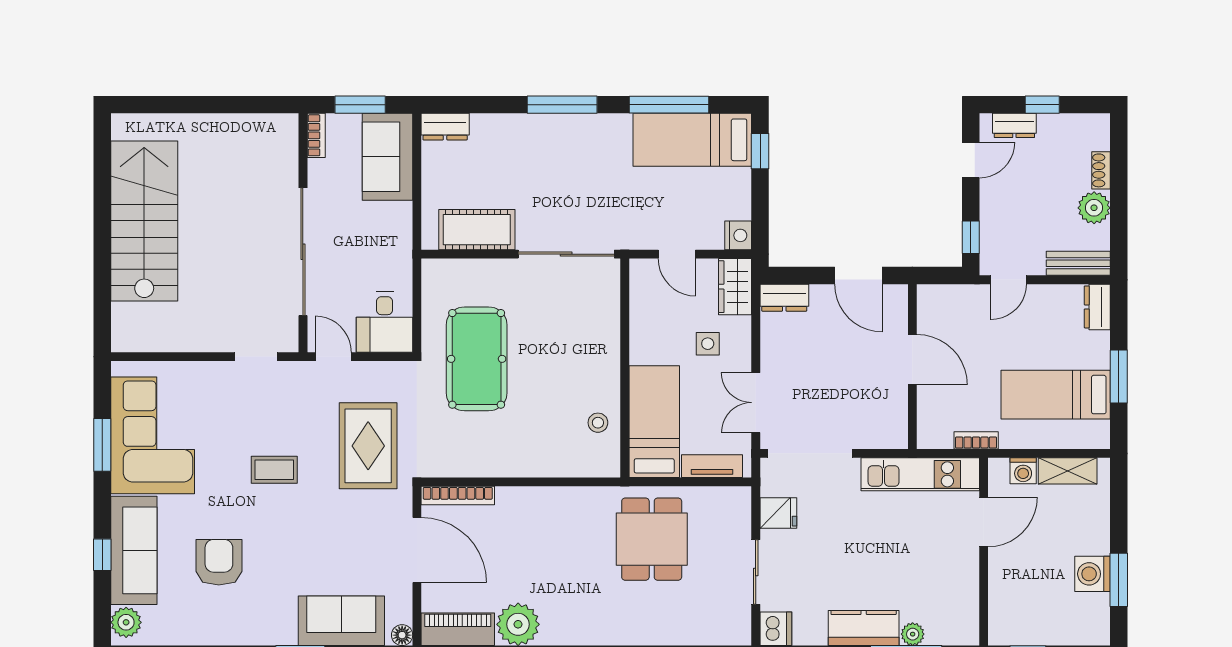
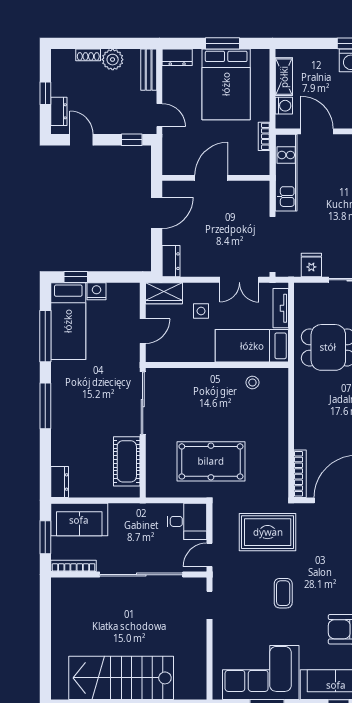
bookcase: (316, 135) -> (74, 566), width x1.56
nightstand: (738, 235) -> (96, 291), moved
bed: (1056, 395) -> (226, 84), width x1.50

